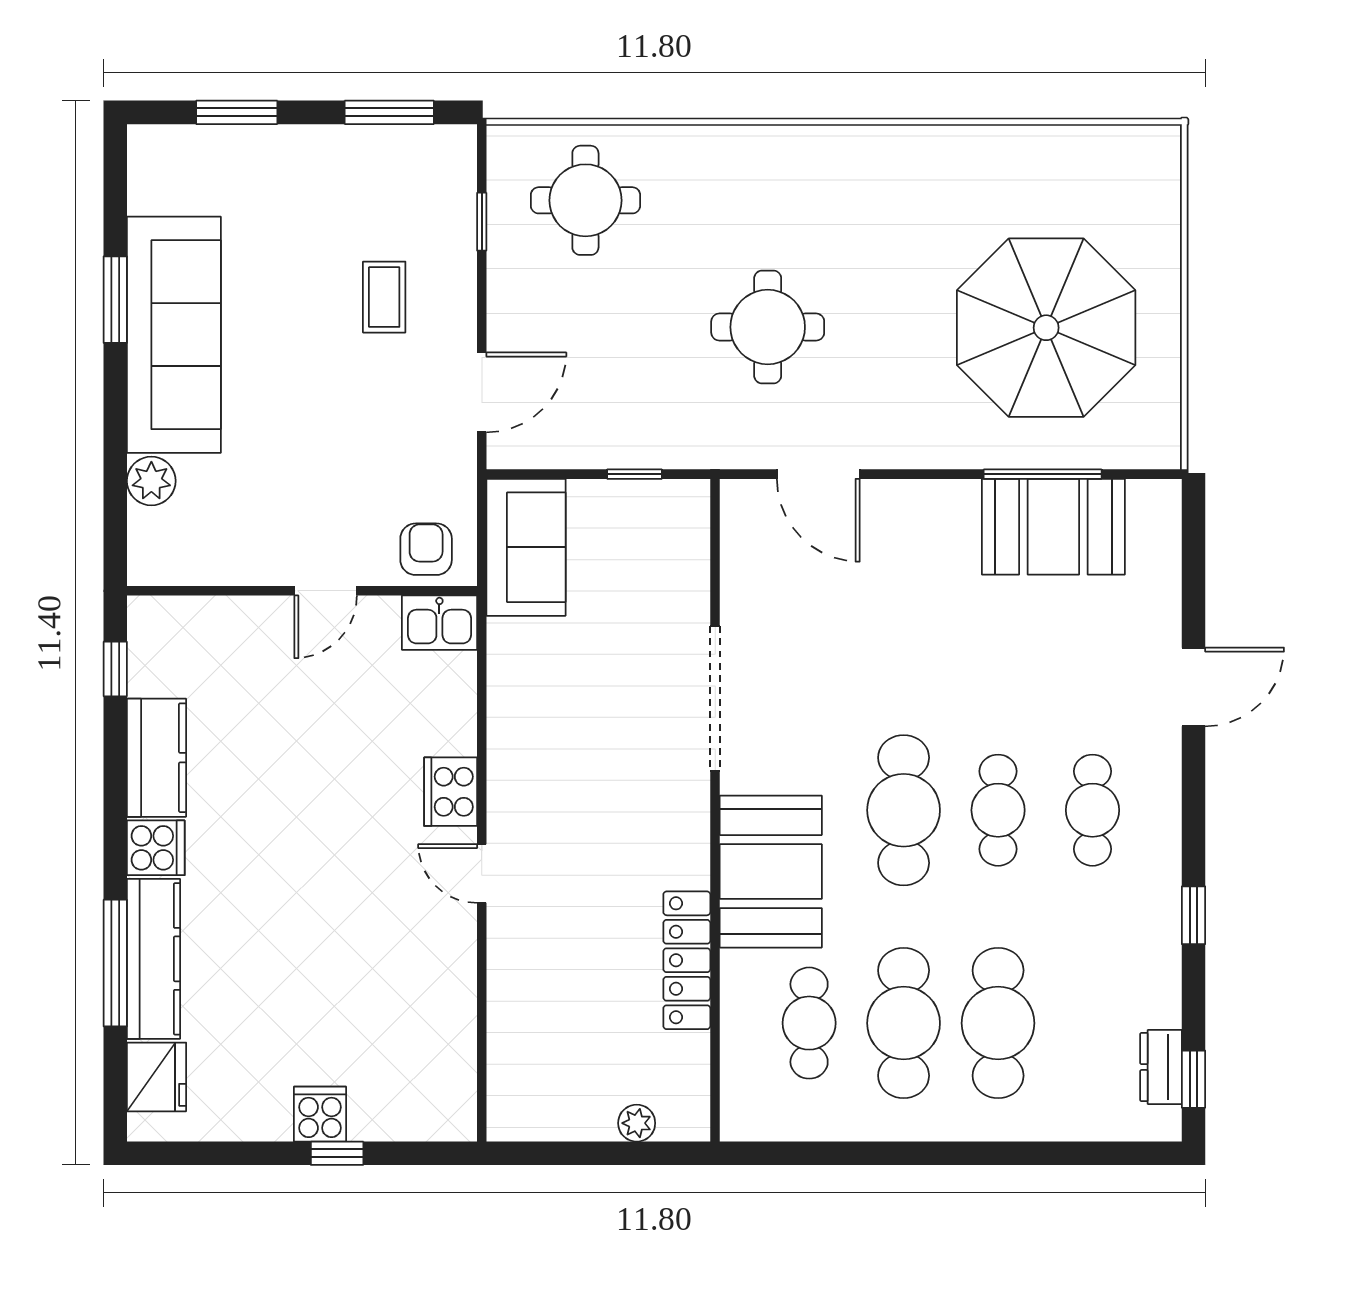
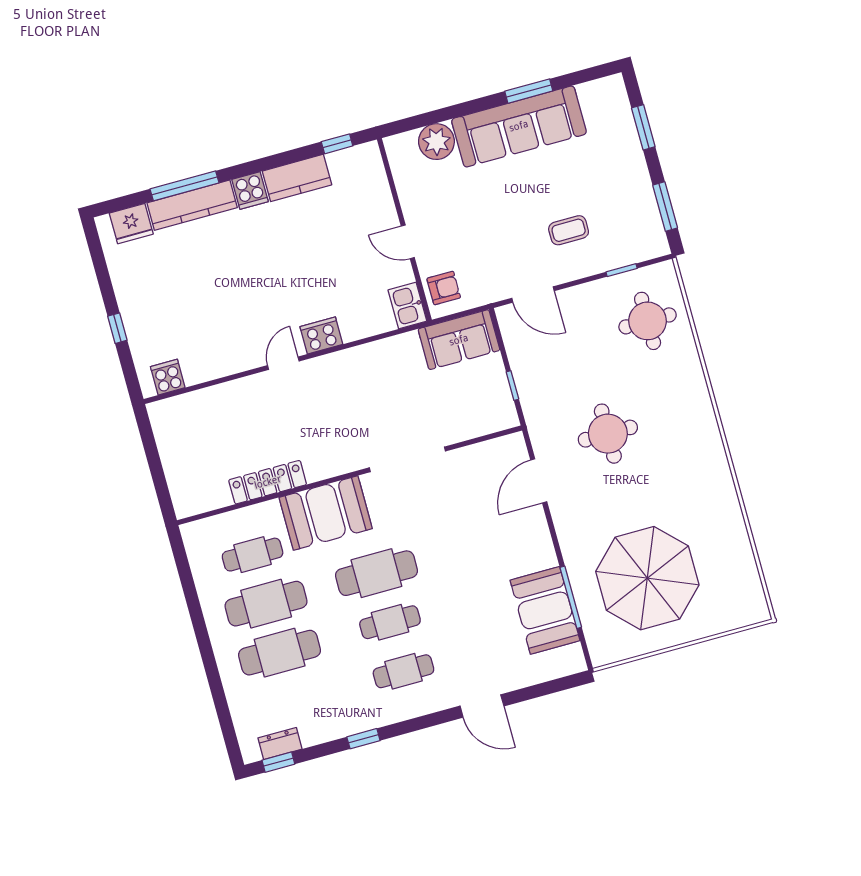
plant: (151, 481) -> (436, 142), width x1.36, depth x1.36
cooker: (320, 1114) -> (168, 377), moved, turned -90
plant: (637, 1123) -> (176, 479), removed

